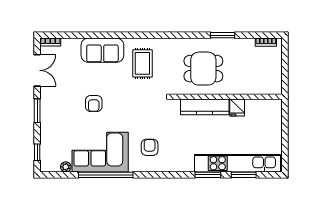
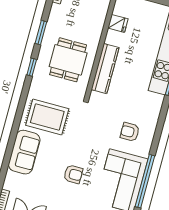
window: (187, 35) -> (32, 67), added
rug: (142, 63) -> (47, 117), width x1.36, depth x1.43
fridge: (237, 107) -> (118, 23), moved

